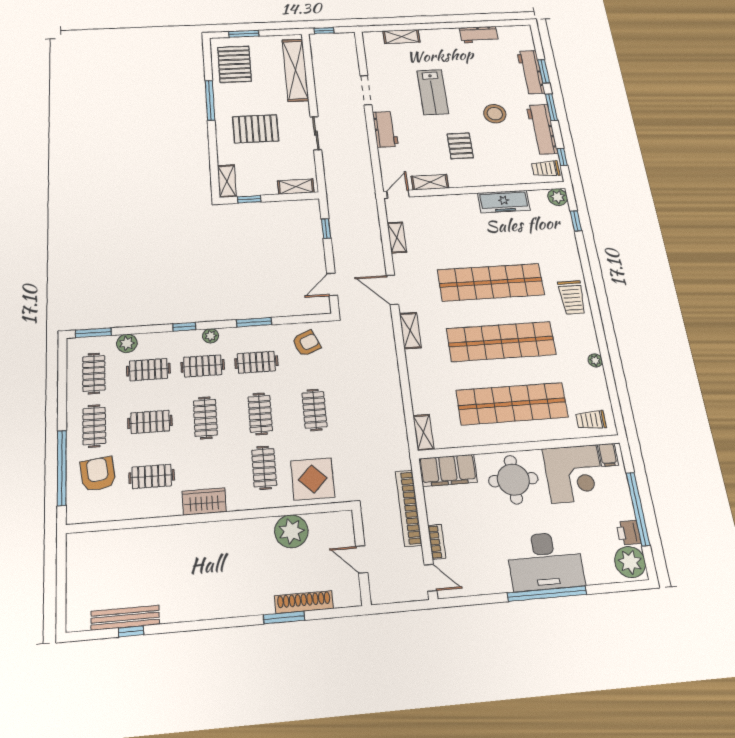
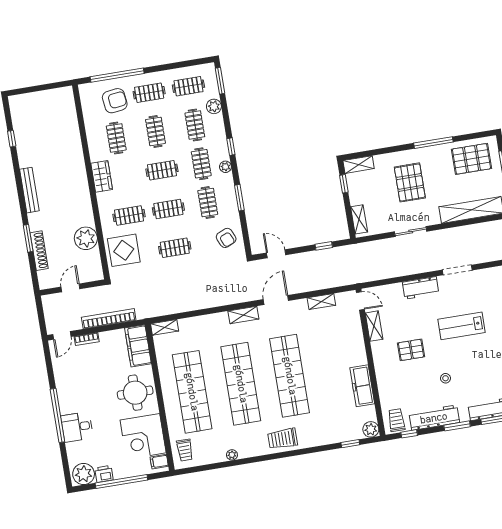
stool: (495, 114) -> (446, 378), width x0.53, depth x0.53
trolley: (591, 420) -> (185, 450), turned 180
desk: (545, 561) -> (77, 427), width x0.53, depth x0.77
bench: (125, 618) -> (29, 190), moved

